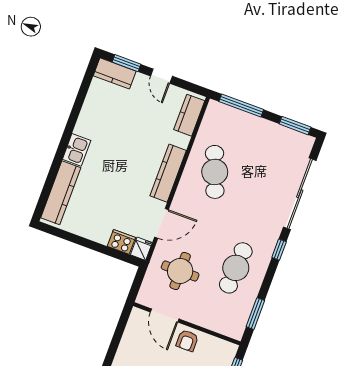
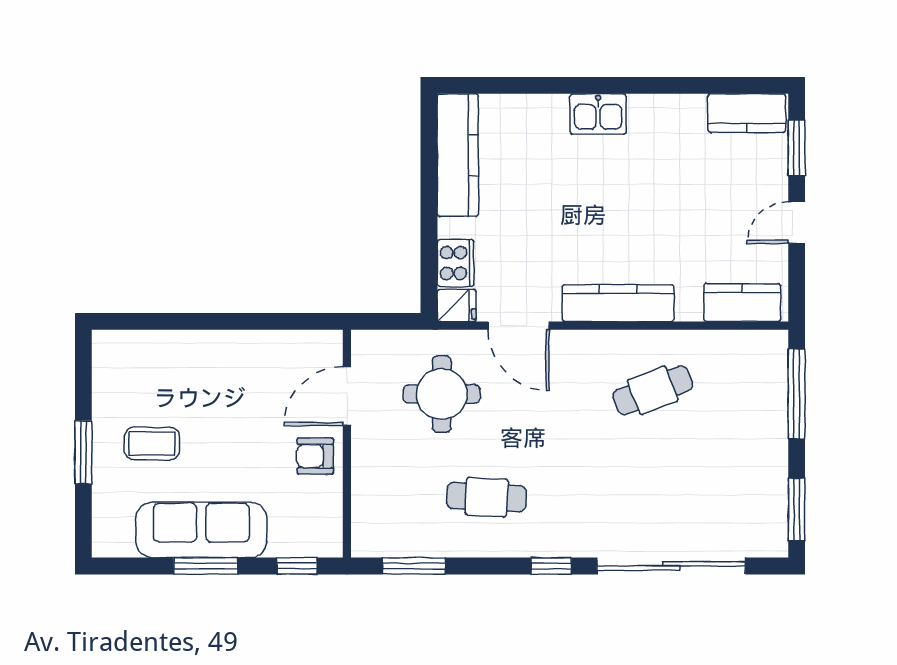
kitchen counter: (115, 73) -> (747, 113), moved, turned -90
cafe table: (215, 172) -> (653, 390), width x0.73, depth x0.74
kitchen counter: (61, 193) -> (458, 155), moved, turned -90
cafe table: (236, 268) -> (486, 497), width x0.73, depth x0.74

